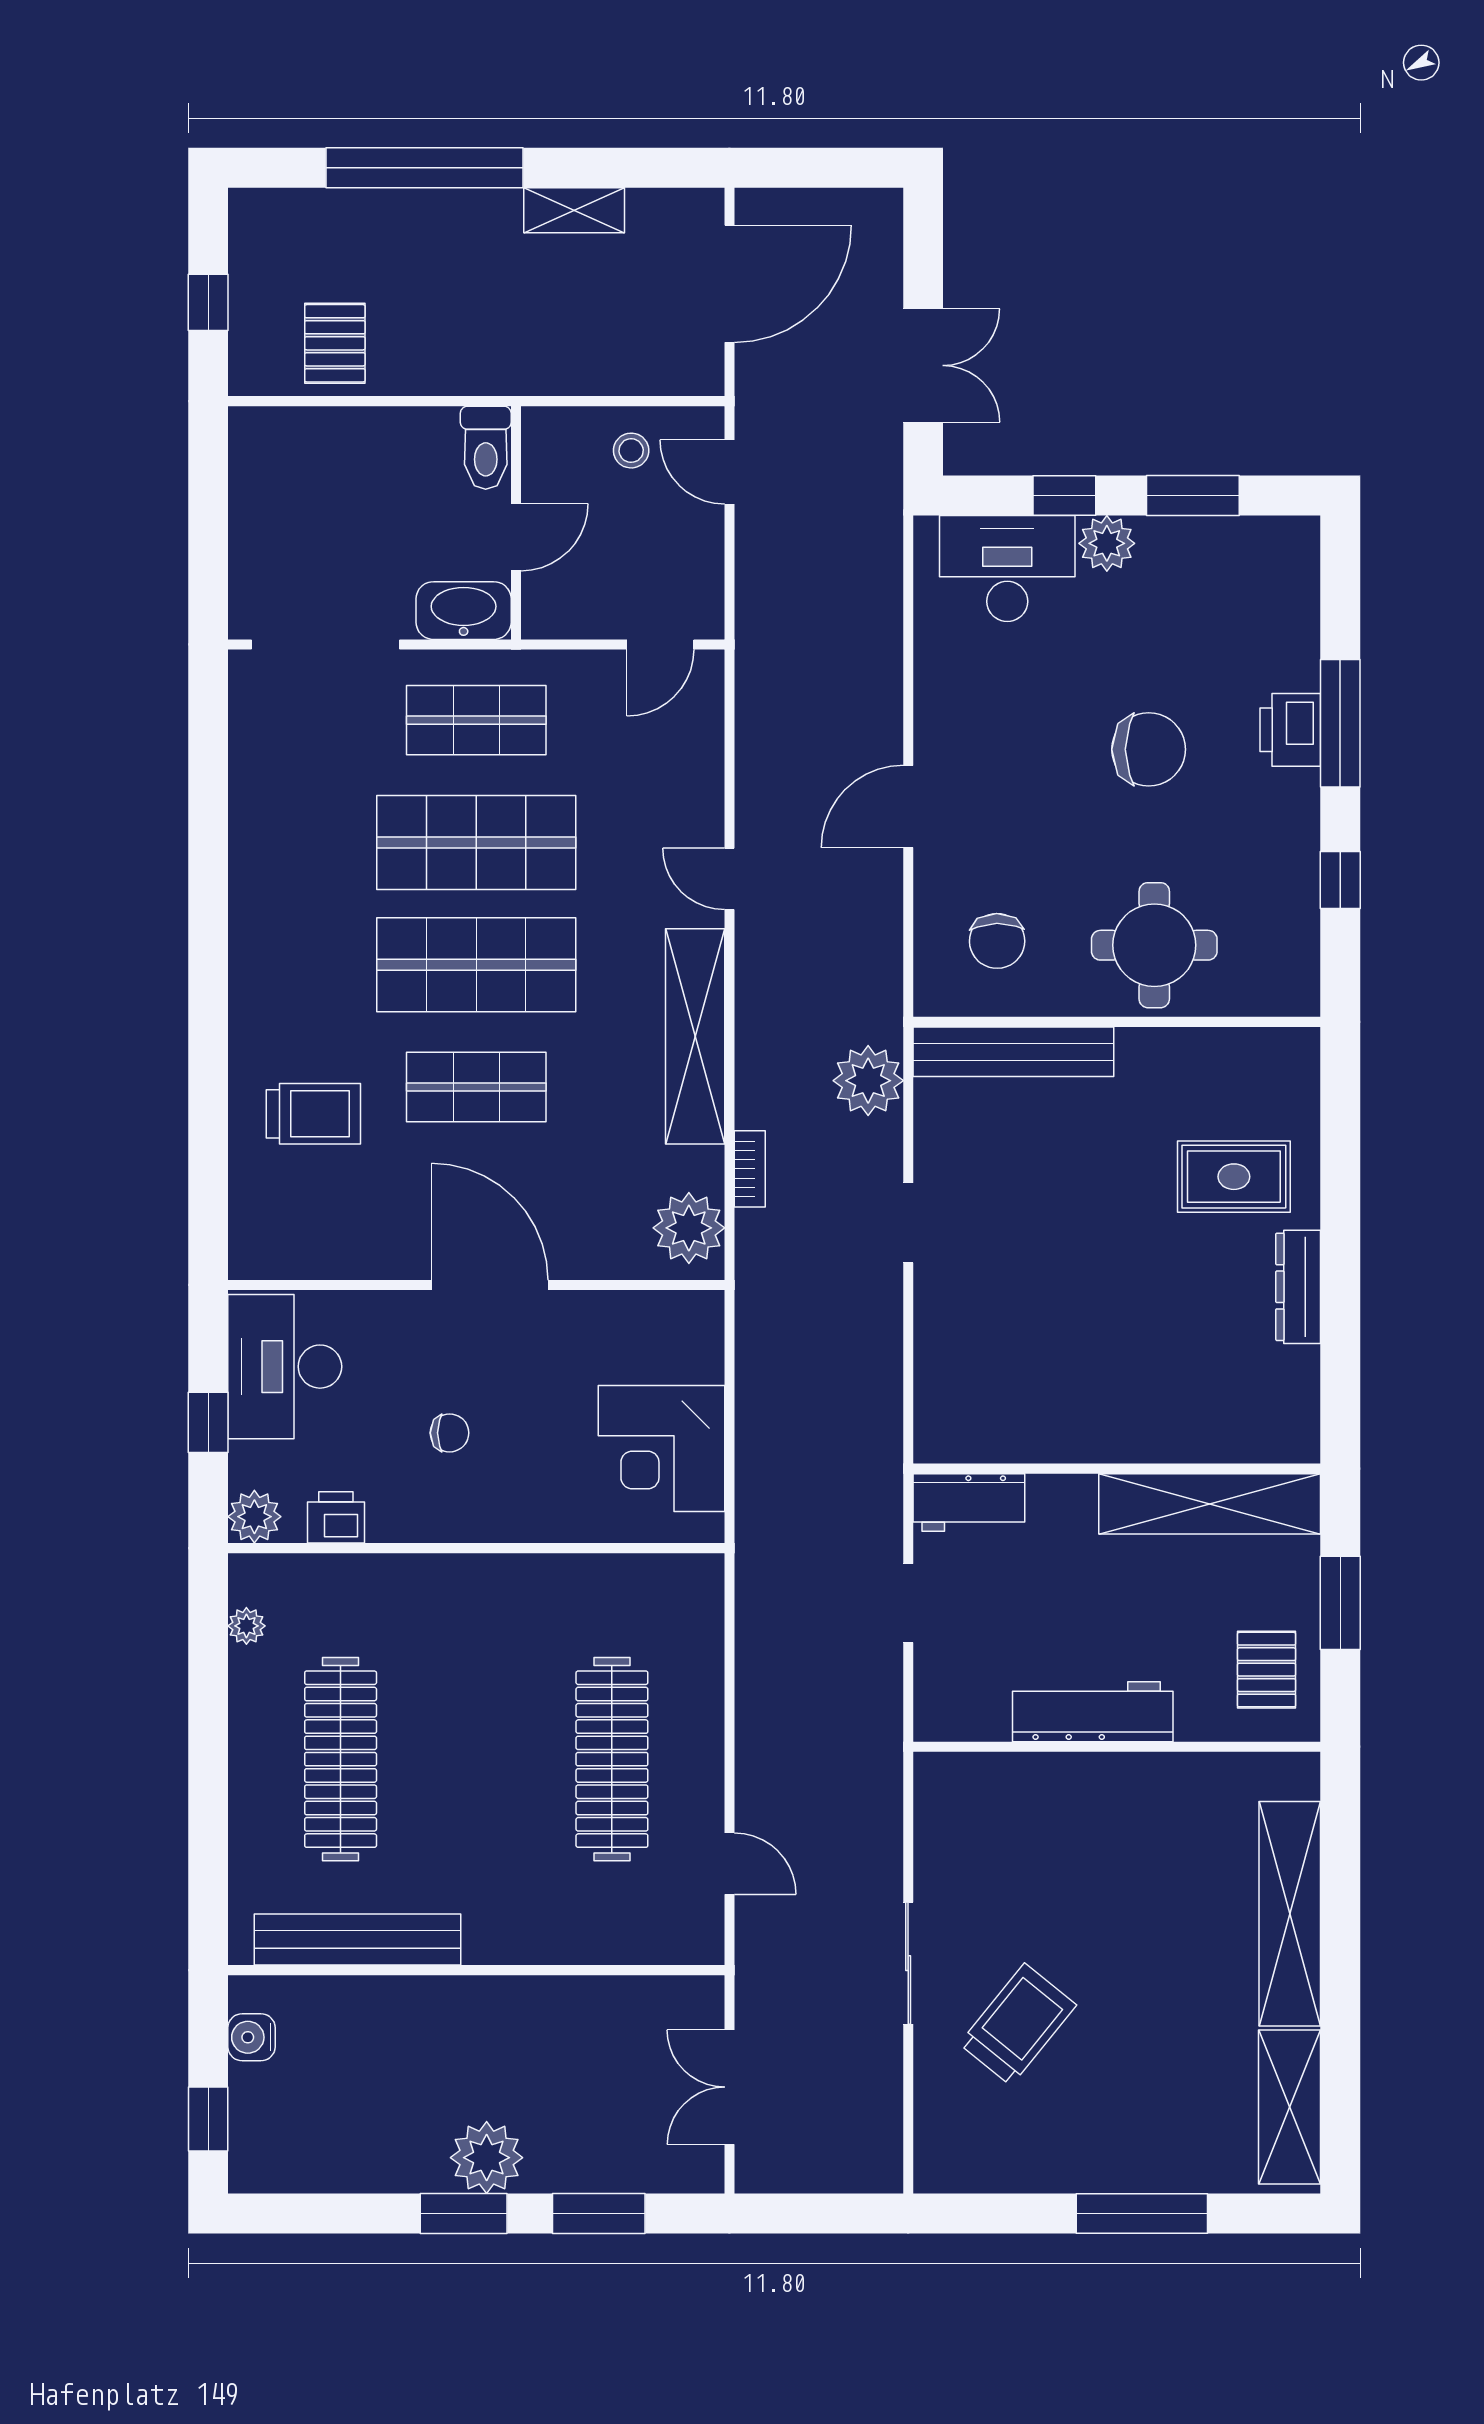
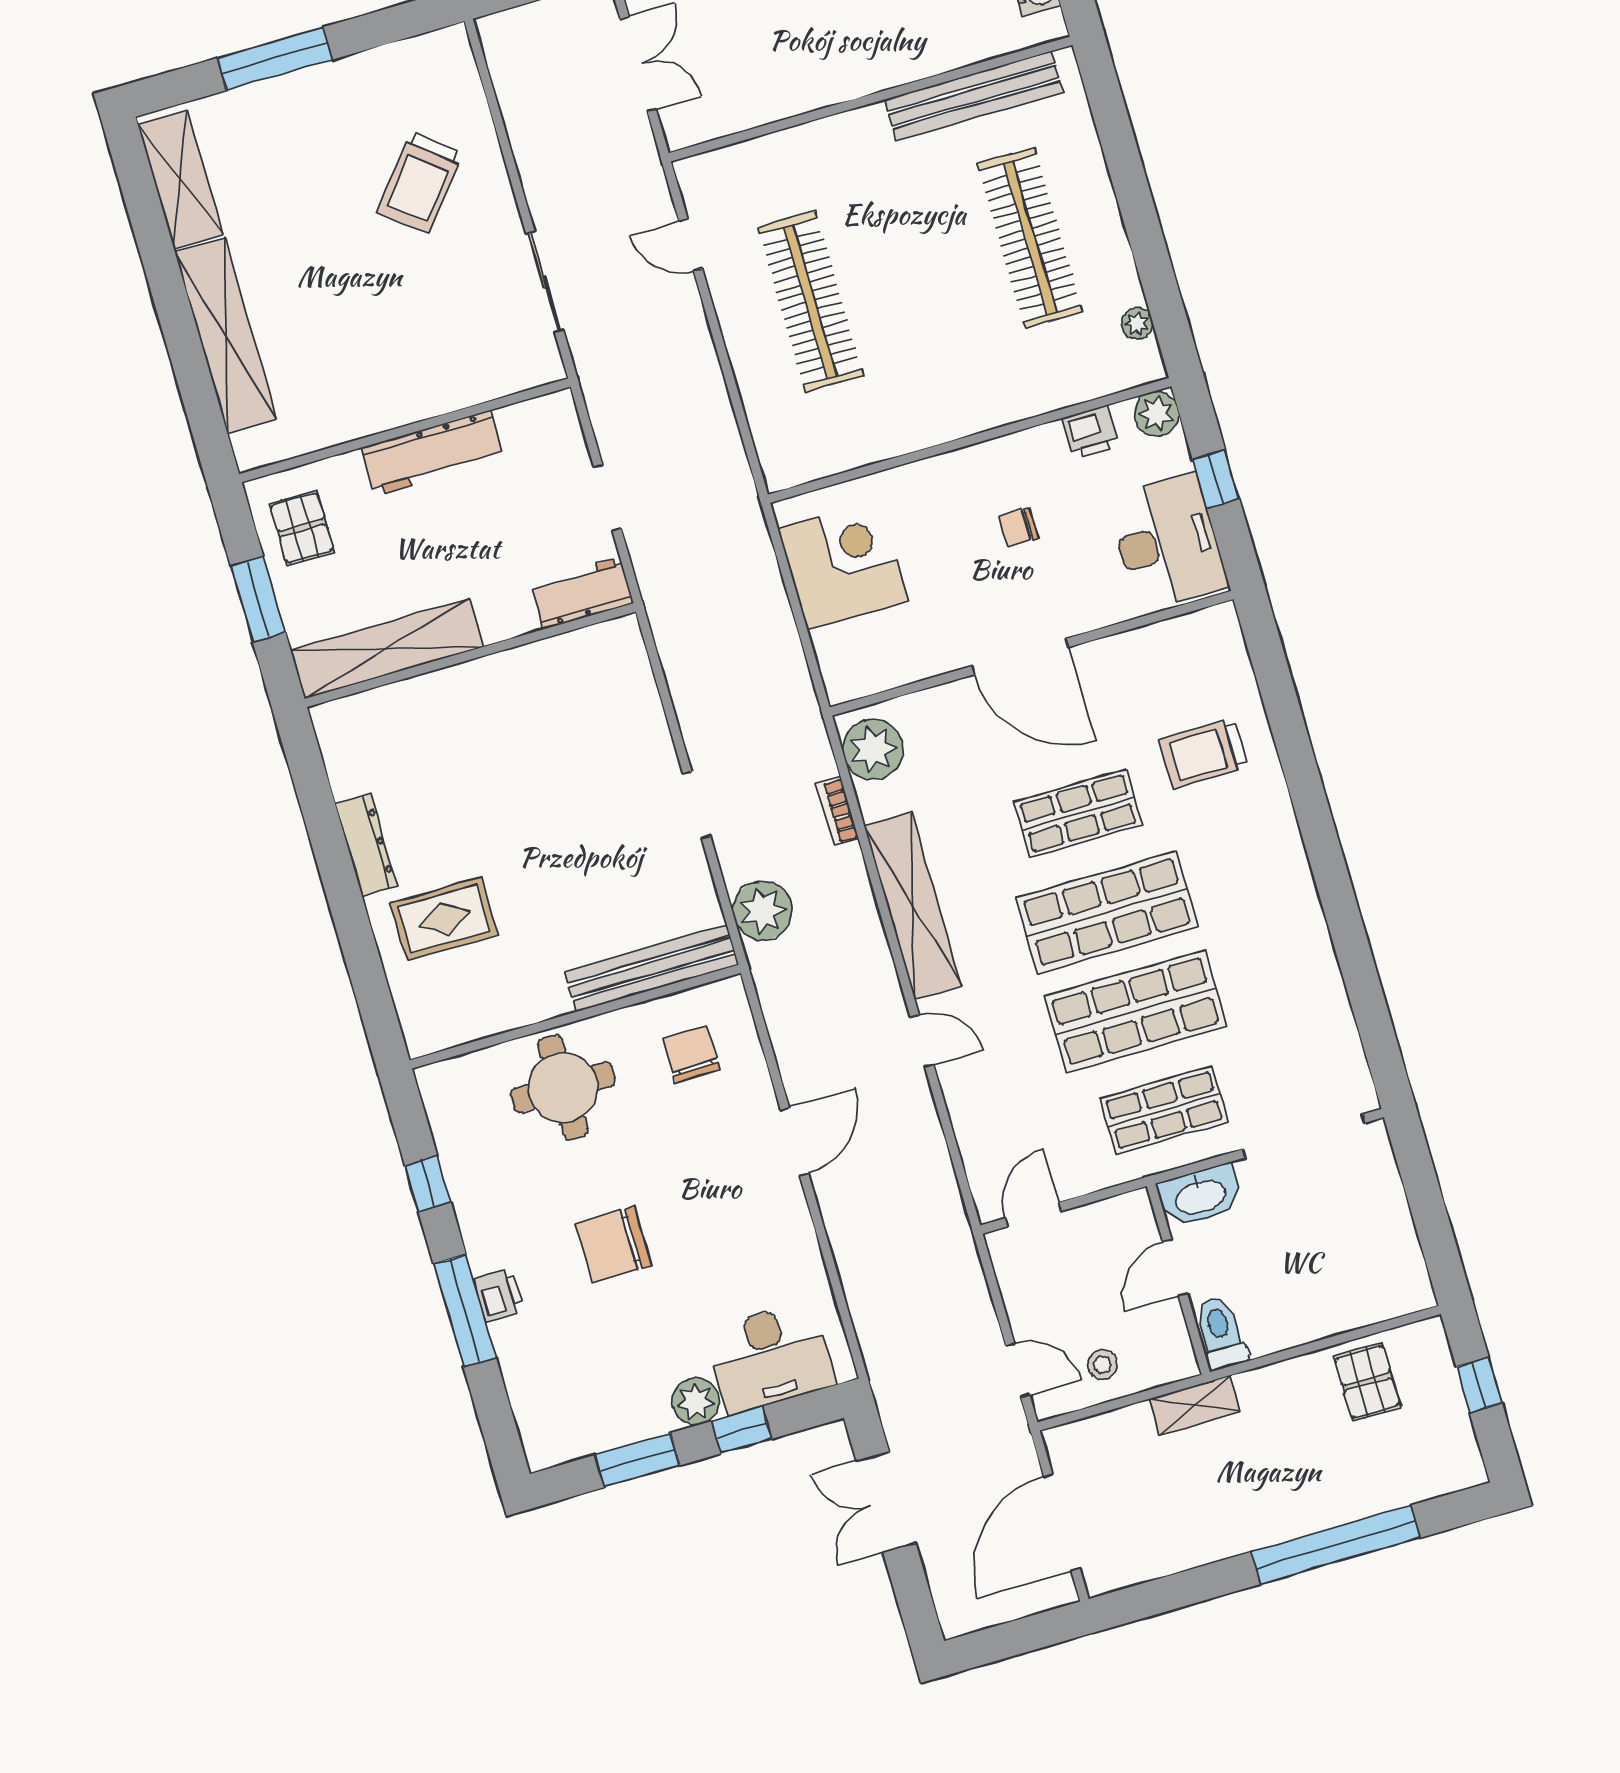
shelving: (574, 210) -> (1194, 1405), moved
printer: (1290, 730) -> (499, 1295), width x0.73, depth x0.81
sliding door: (908, 1963) -> (545, 282), moved

